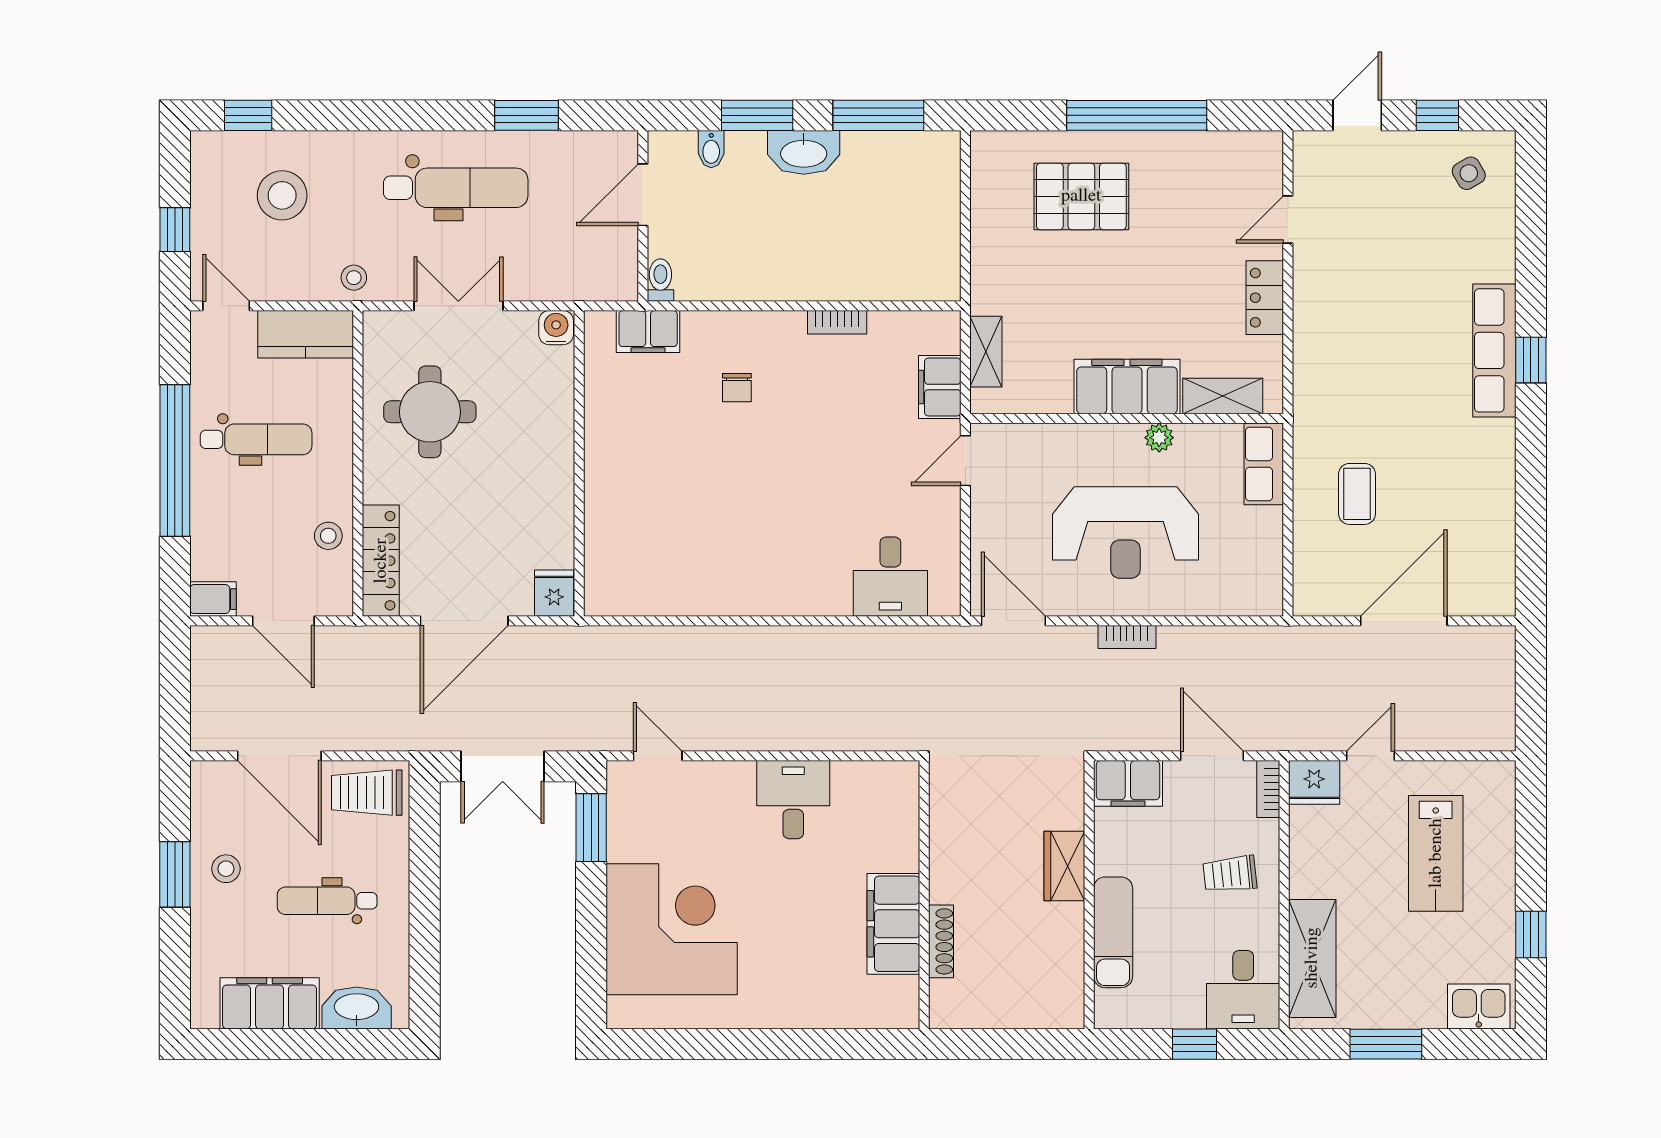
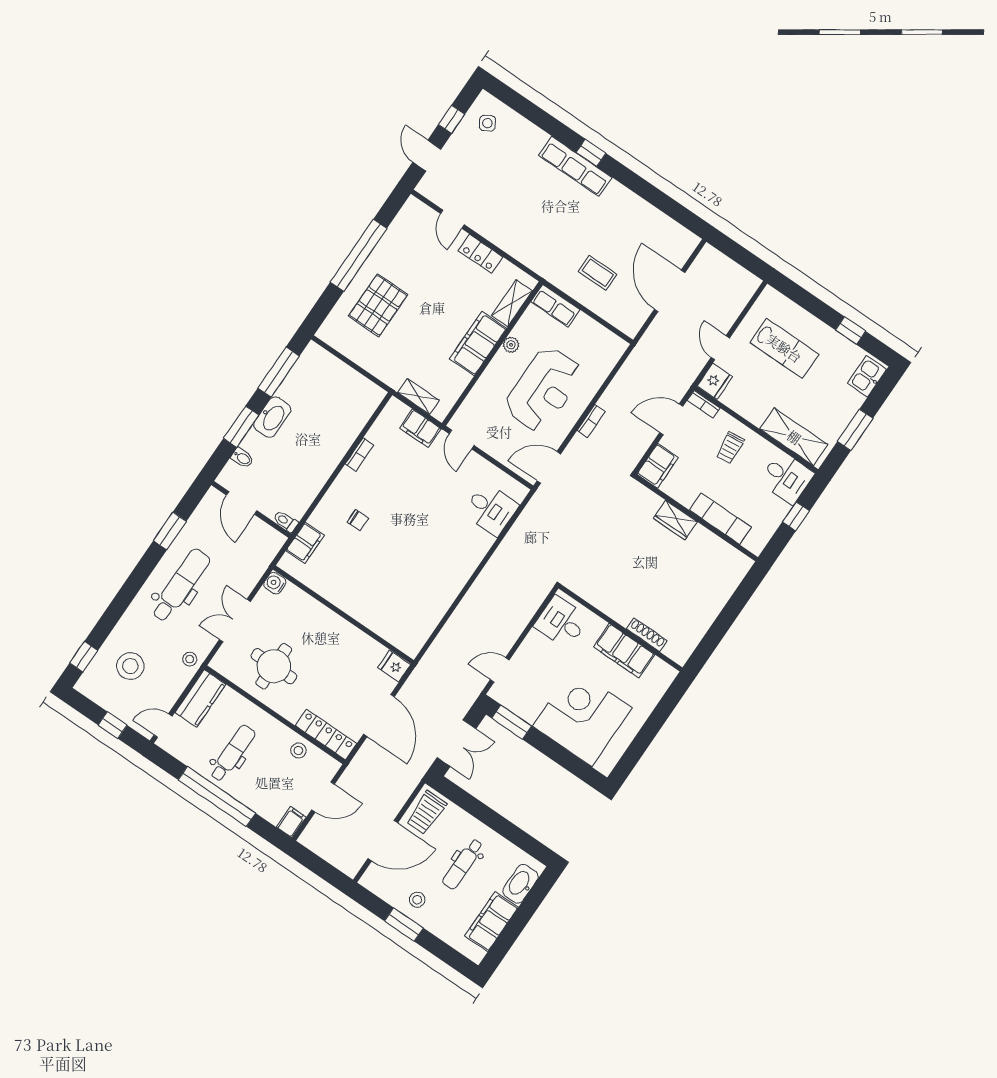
wall: (924, 895) -> (620, 628), moved
filing cabinet: (893, 924) -> (624, 651), moved
shoe rack: (941, 941) -> (647, 635), moved

